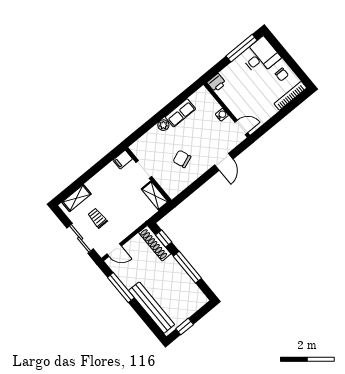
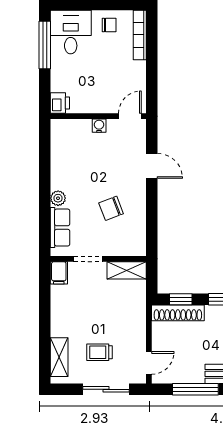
row of seats: (180, 113) -> (60, 228), moved

